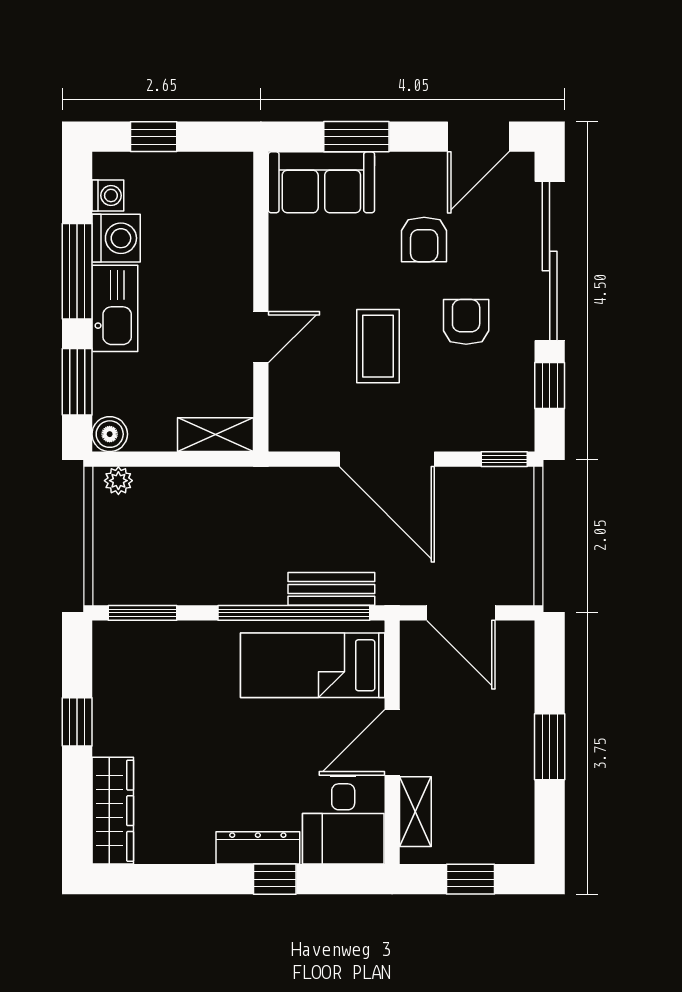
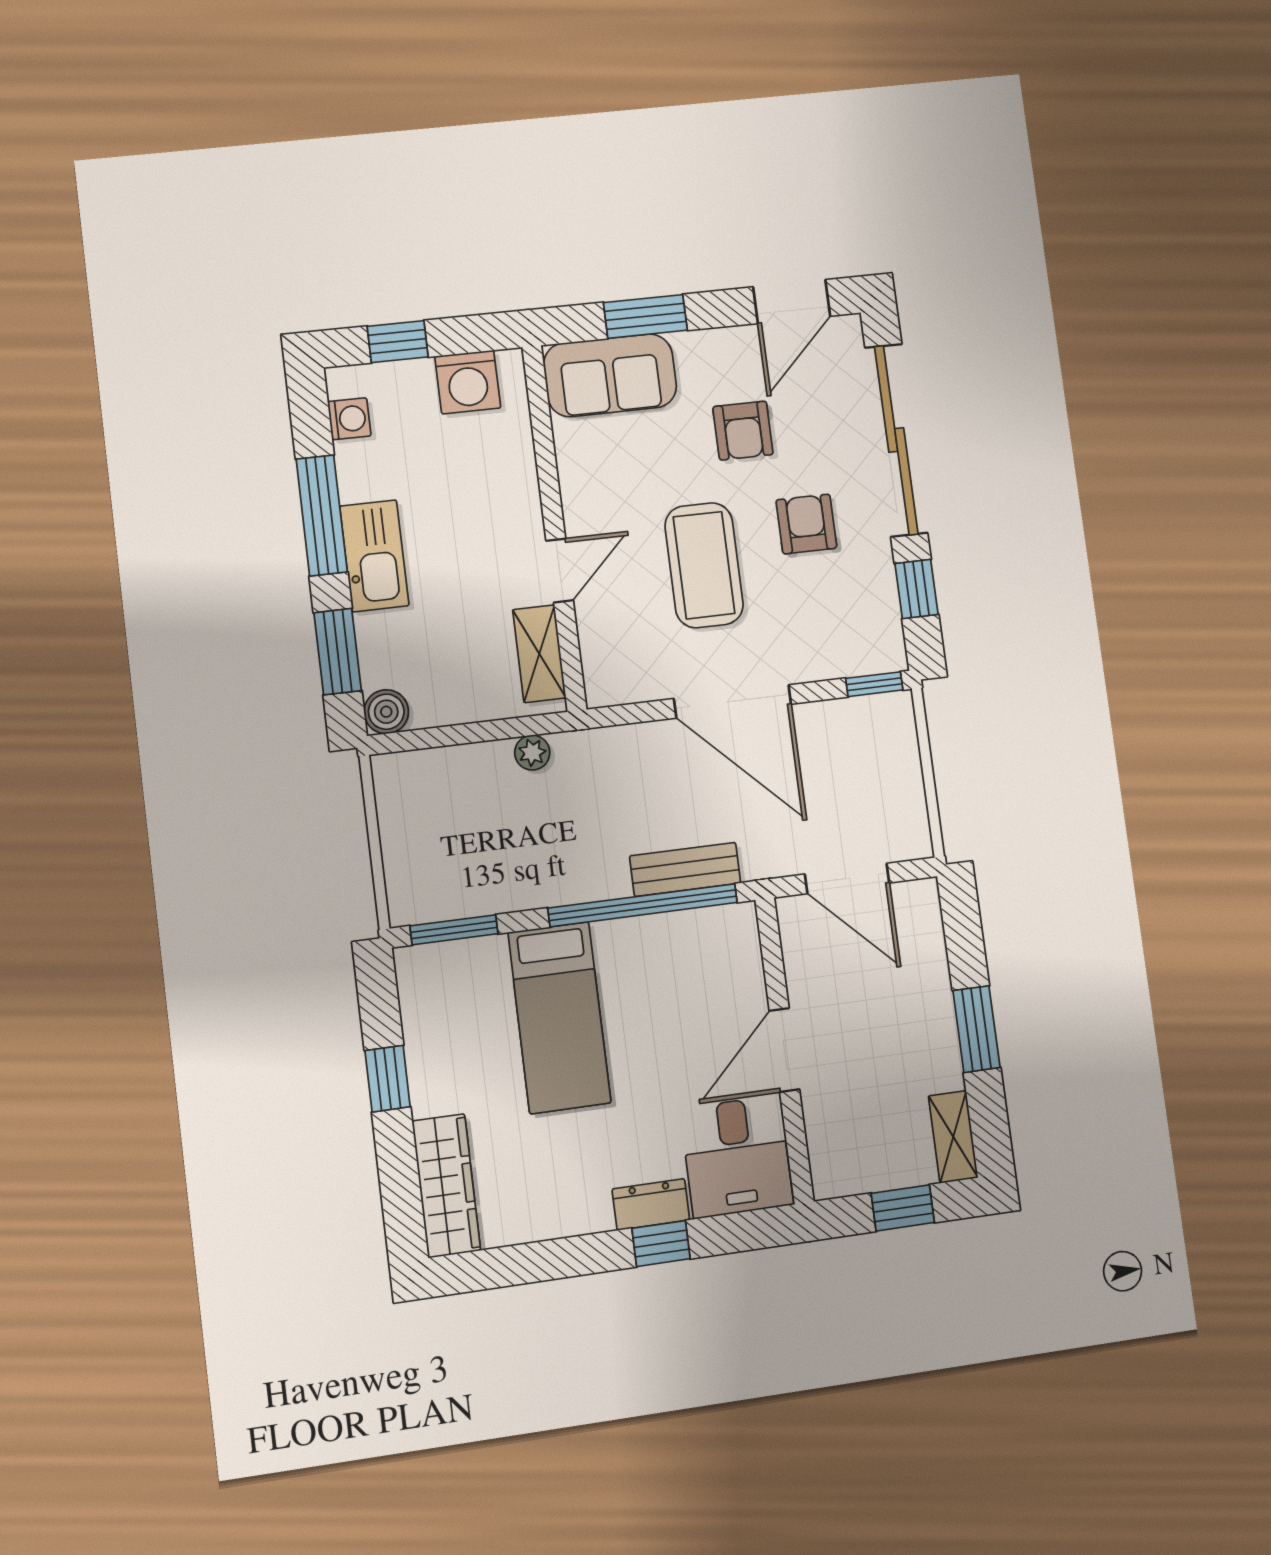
washing machine: (116, 238) -> (468, 382), moved, turned 90
coffee table: (378, 346) -> (704, 565), width x1.36, depth x1.32
shelving: (215, 435) -> (539, 654), moved, turned 90
plant: (118, 481) -> (532, 753), moved
bed: (313, 665) -> (559, 1017), moved, turned -90
shelving: (415, 812) -> (953, 1137), moved
dresser: (258, 848) -> (651, 1204), width x0.70

